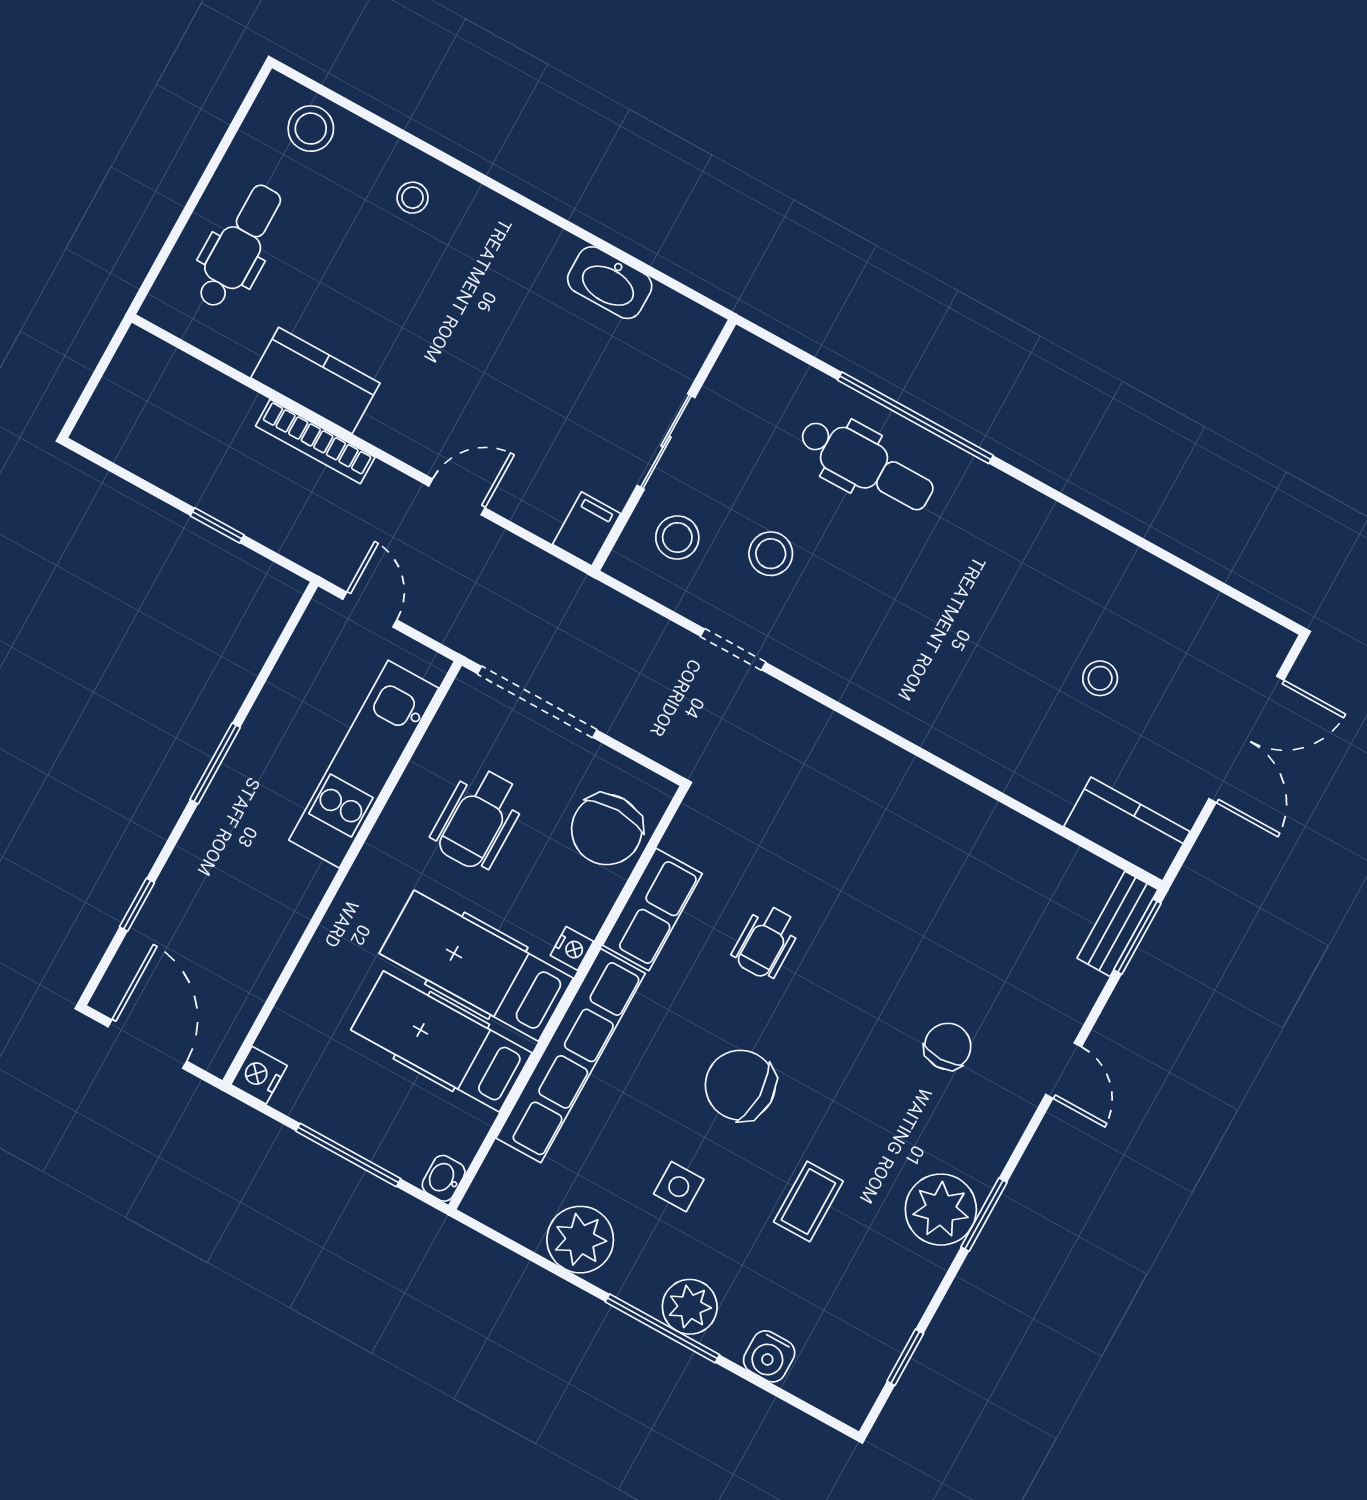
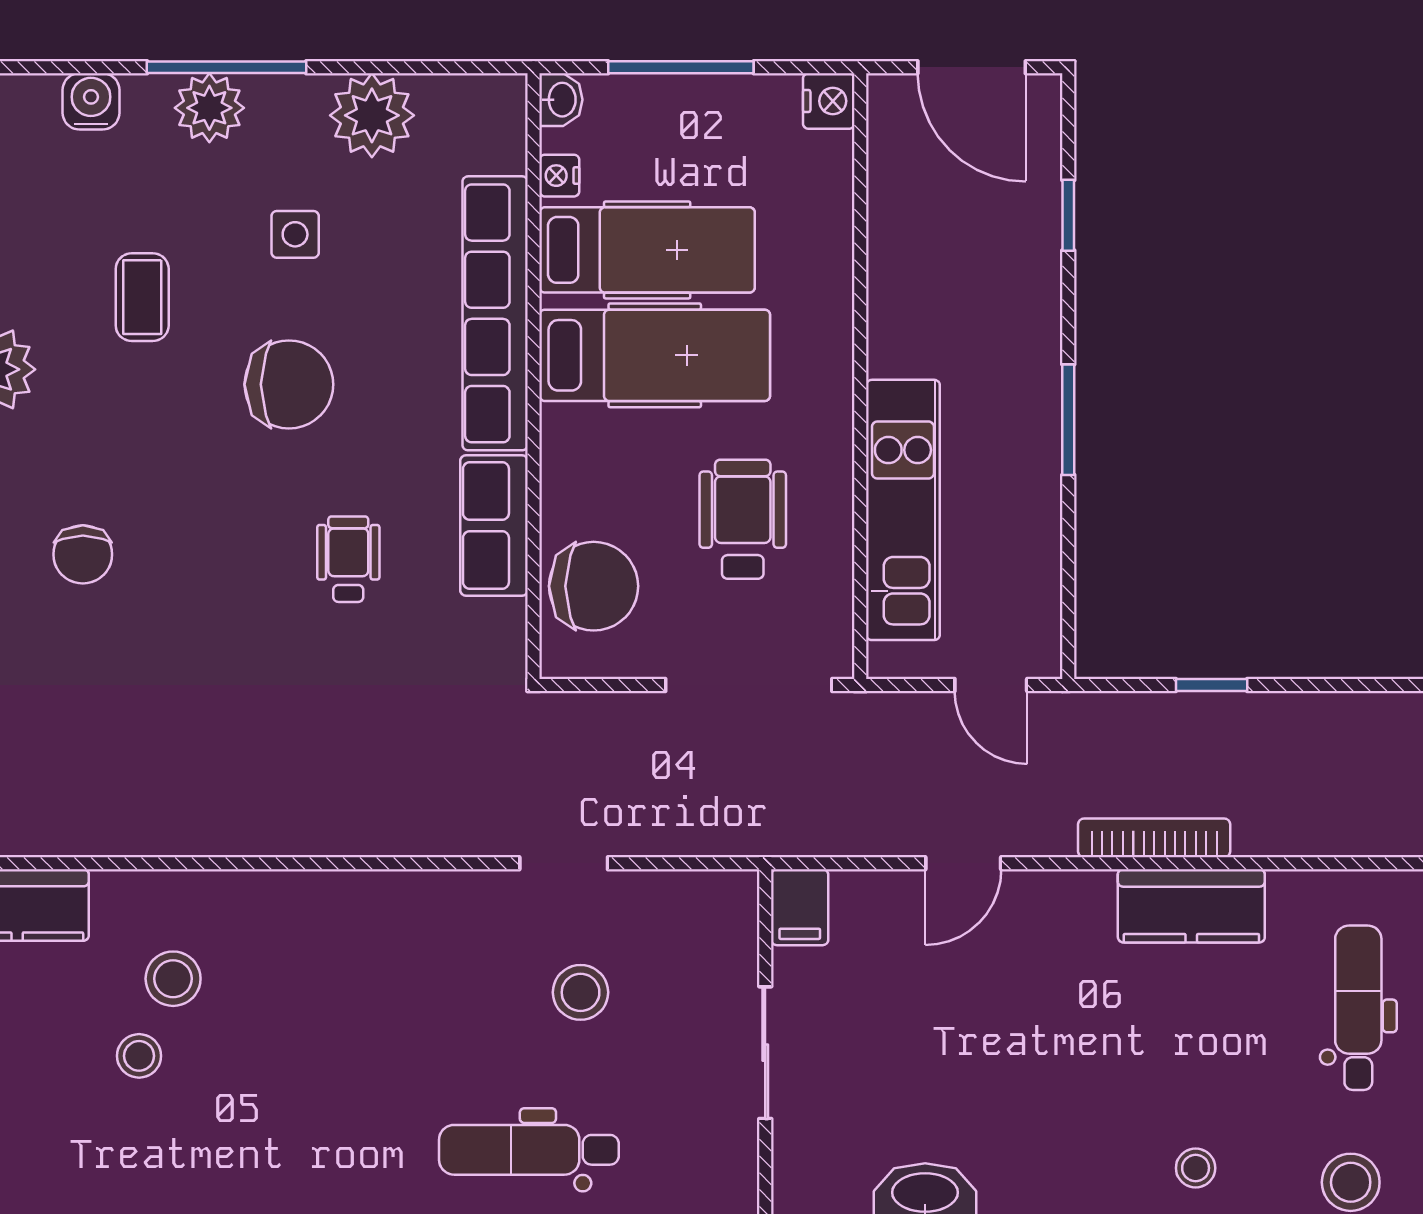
dental chair: (239, 246) -> (1358, 1008), turned 180
stool: (677, 537) -> (173, 979), moved
chair: (607, 829) -> (594, 586), turned 89
nightstand: (572, 948) -> (559, 176), moved

